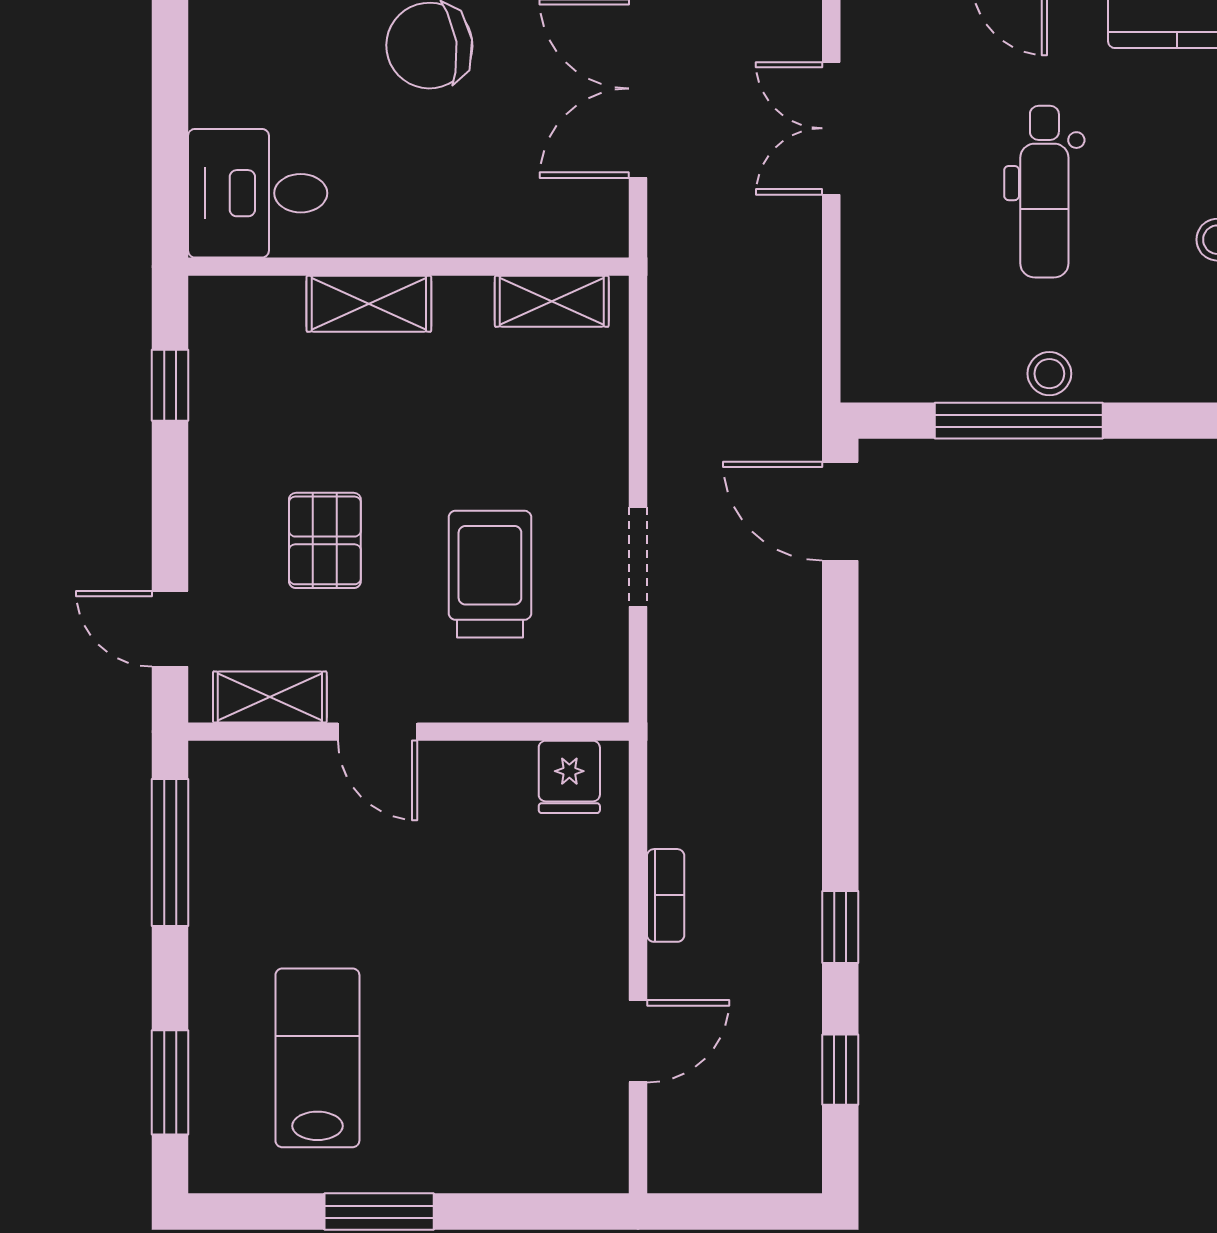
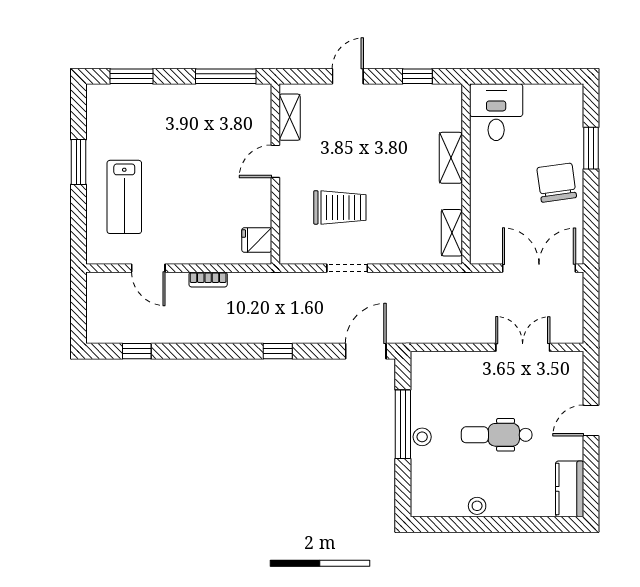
pallet: (325, 540) -> (354, 140), removed
door: (170, 629) -> (348, 76), moved
window: (840, 927) -> (278, 351), moved
lab bench: (317, 1058) -> (124, 197), moved, turned 90

